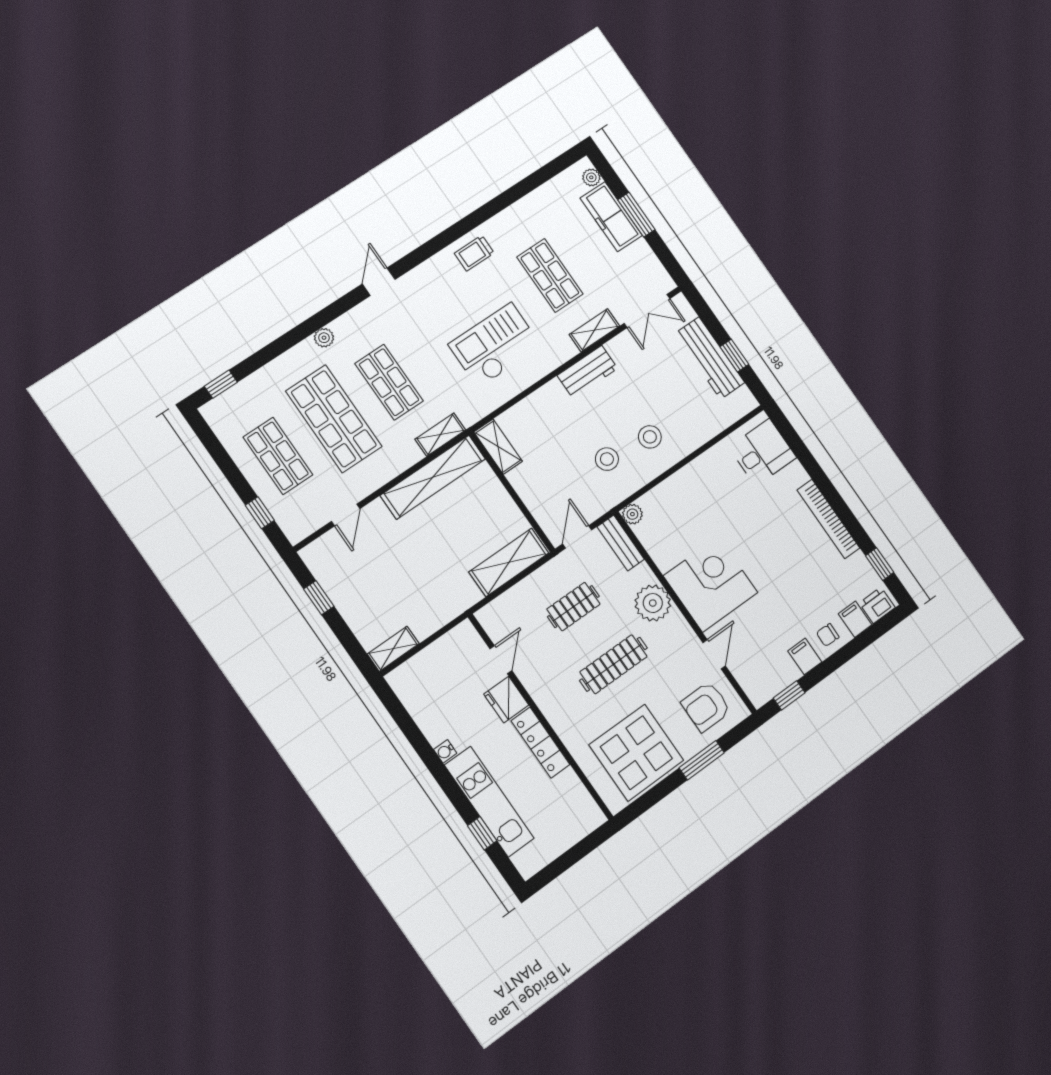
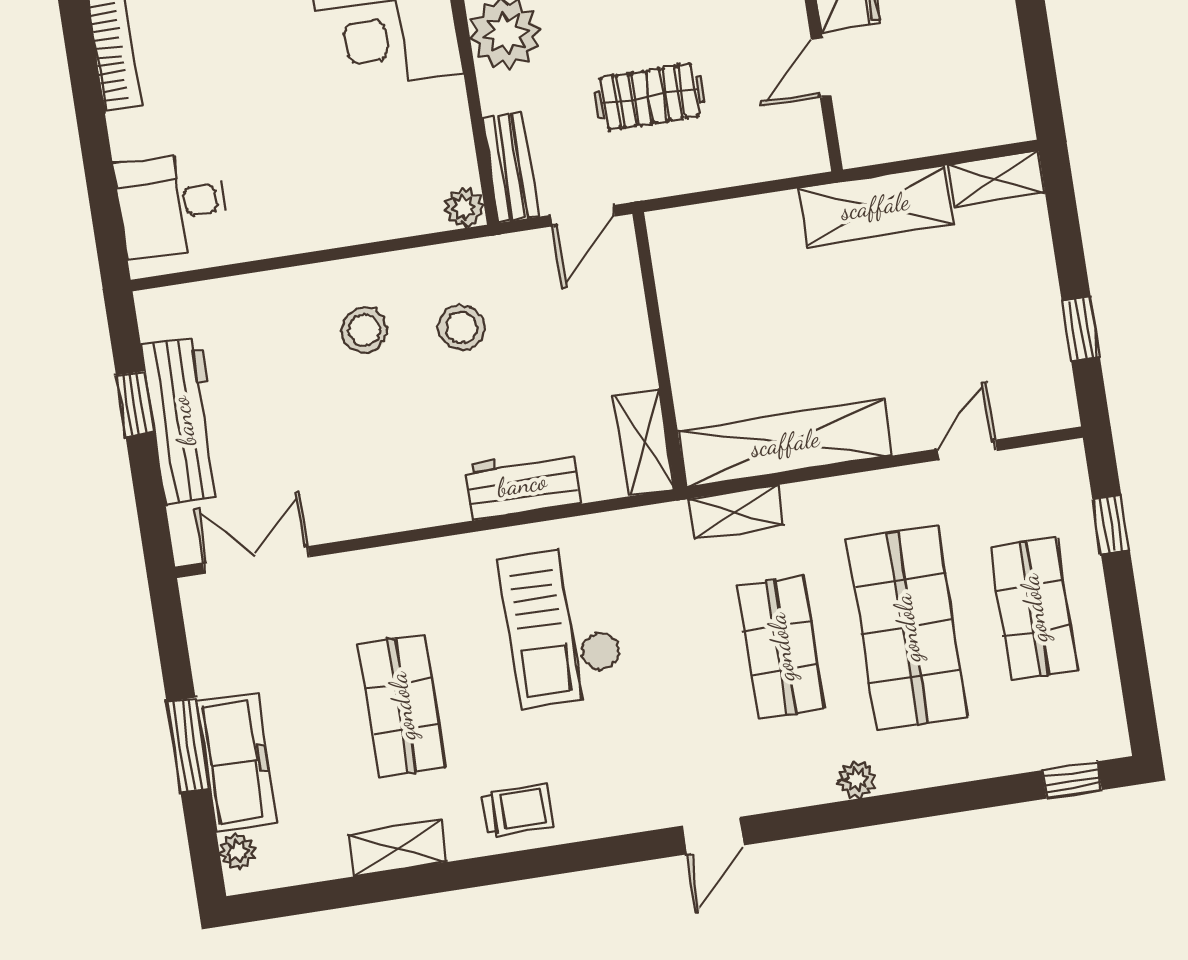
shelving: (594, 330) -> (397, 848), moved
checkout: (495, 345) -> (562, 626), turned 90
workbench: (587, 372) -> (522, 484), moved
shelving: (509, 562) -> (875, 206), moved

